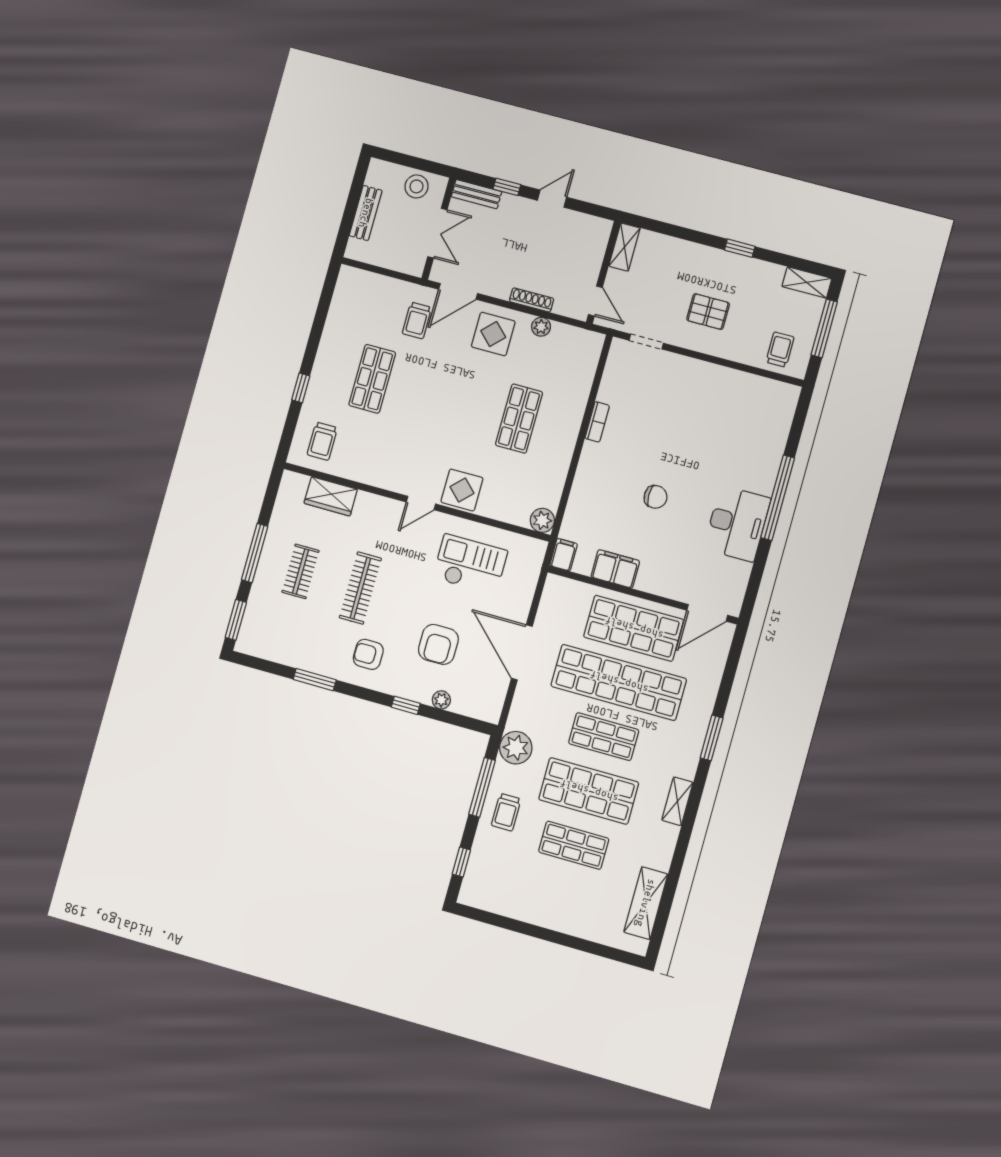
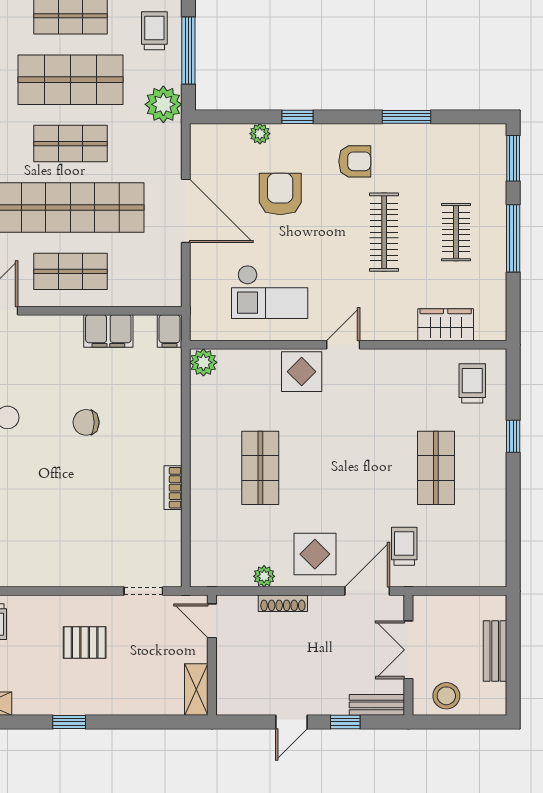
shop shelf: (634, 628) -> (70, 271), width x0.70, depth x0.74

